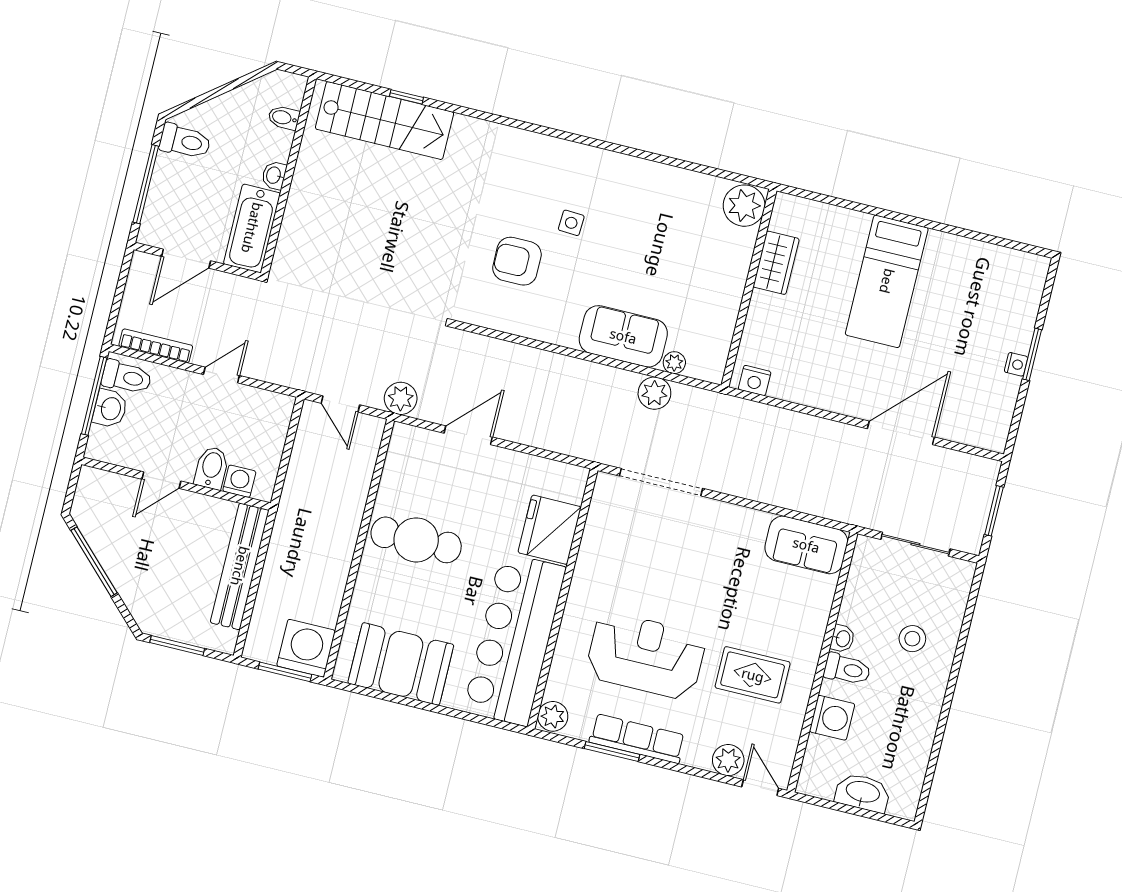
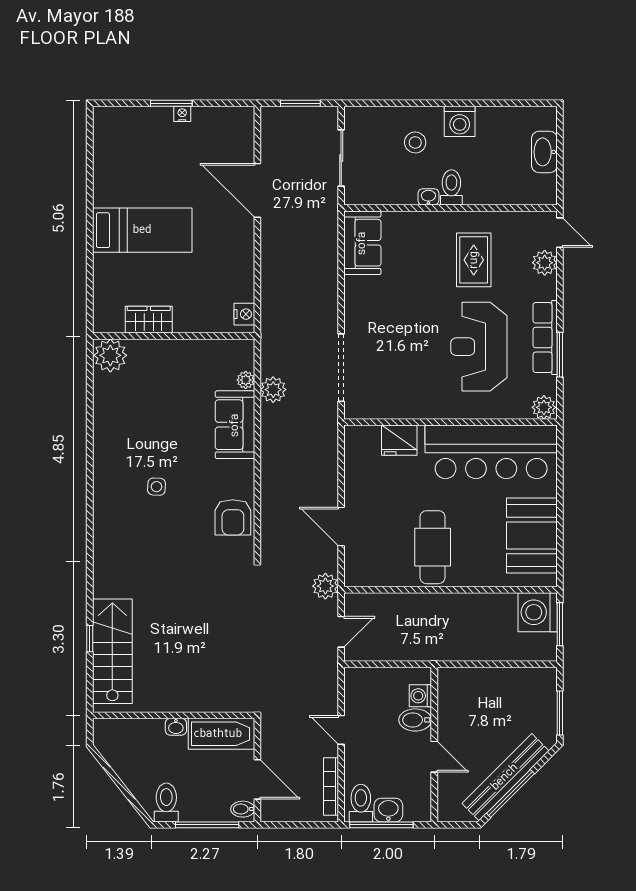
bidet: (284, 118) -> (243, 809), moved, turned 90
armchair: (517, 261) -> (233, 517), moved
fridge: (550, 530) -> (399, 440), width x0.73, depth x0.75
bench: (240, 566) -> (505, 777), moved, turned -45
washing machine: (832, 718) -> (460, 121), moved, turned 180
door: (760, 788) -> (560, 233), swing flipped

